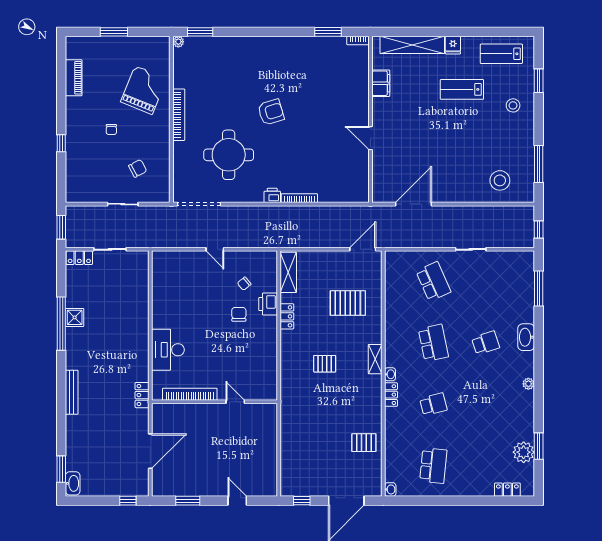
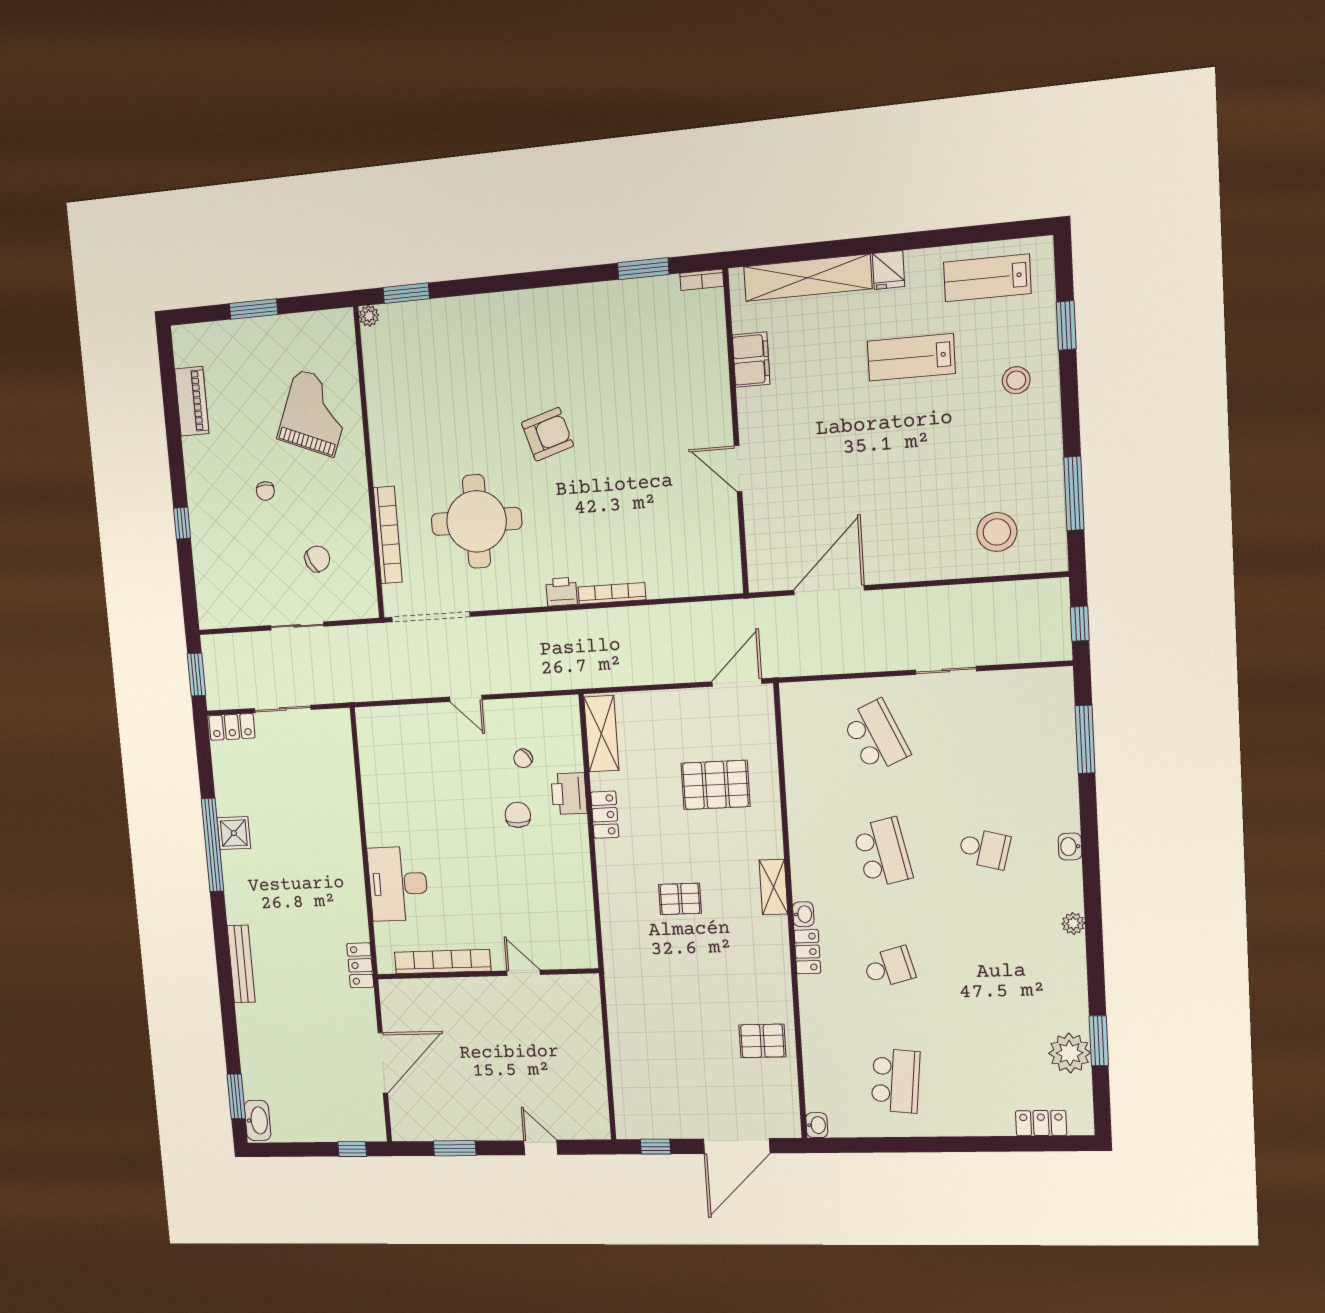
bookcase: (179, 115) -> (388, 535), moved
washbasin: (526, 337) -> (1070, 847), width x0.52, depth x0.69
school desk: (486, 343) -> (984, 849), turned 33

